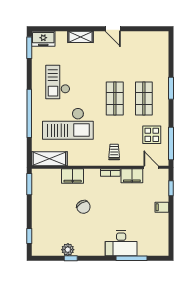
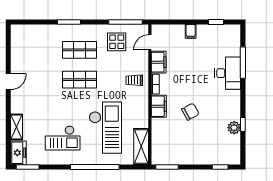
shelving: (81, 37) -> (16, 127), moved
filing cabinet: (73, 176) -> (159, 106), moved
window: (171, 188) -> (216, 22), moved

